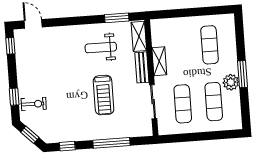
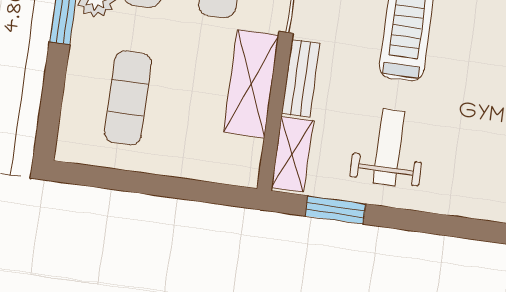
weight bench: (101, 48) -> (389, 147), turned -90
shelving: (159, 61) -> (251, 84), width x1.50, depth x1.33

